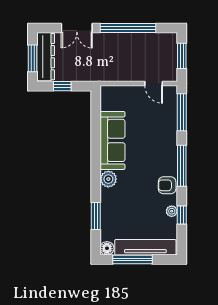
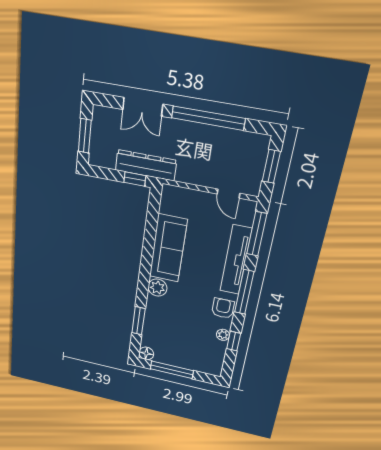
dresser: (46, 57) -> (146, 165), moved, turned -90
window: (62, 86) -> (135, 179), moved
armchair: (167, 185) -> (223, 308), turned 90
tv unit: (145, 247) -> (236, 260), moved, turned -90

